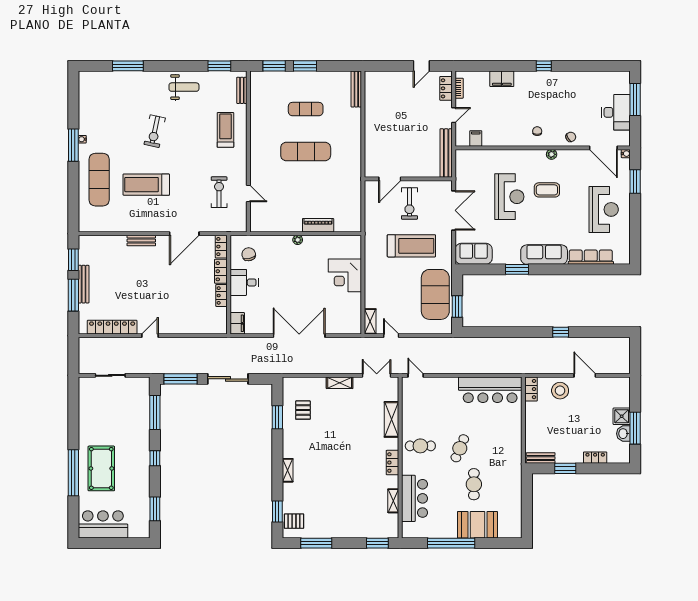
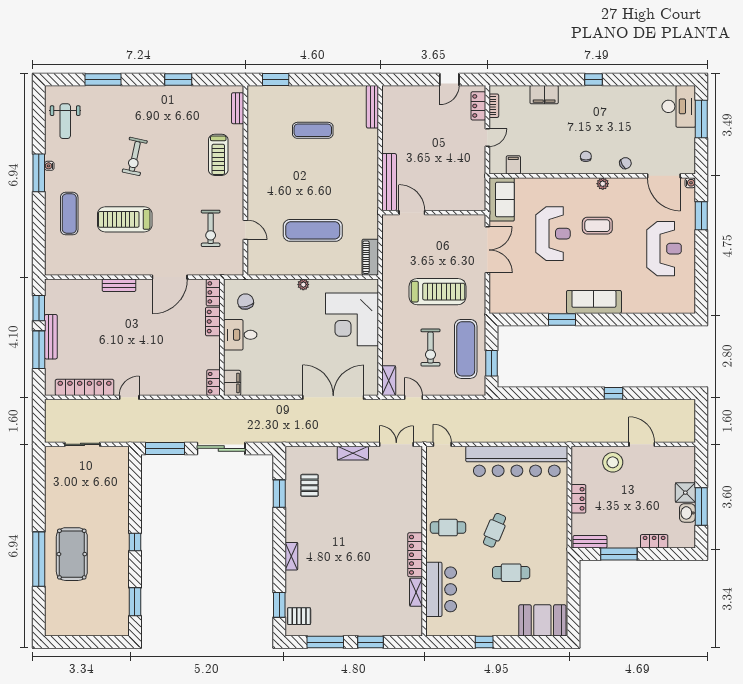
window: (219, 66) -> (178, 79), moved
window: (305, 66) -> (312, 79), removed
weight bench: (184, 87) -> (65, 121), moved, turned 90
desk: (616, 112) -> (679, 106), moved
treadmill: (225, 130) -> (218, 155), turned 180
exercise mat: (306, 151) -> (313, 230), moved
bench: (446, 153) -> (389, 182), moved
door: (390, 179) -> (412, 213), swing flipped
exercise mat: (99, 180) -> (69, 214), width x0.73, depth x0.69
exercise bike: (219, 192) -> (211, 228), turned 180
exercise bike: (409, 204) -> (430, 348), moved
piano: (318, 225) -> (370, 257), moved, turned -90
sofa: (474, 254) -> (502, 199), moved, turned 90
row of seats: (591, 257) -> (649, 305), removed
corner desk: (345, 275) -> (352, 319), width x1.36, depth x1.36
exercise mat: (435, 294) -> (466, 349), width x0.68
locker: (221, 295) -> (213, 383), moved
double door: (299, 336) -> (333, 397), moved
locker: (531, 389) -> (578, 499), moved
bar counter: (490, 390) -> (517, 461), width x1.36
window: (155, 412) -> (135, 488), removed
shelving: (391, 419) -> (414, 496), removed
locker: (392, 463) -> (415, 555), width x1.53
window: (565, 468) -> (619, 554), width x1.44
cafe table: (474, 484) -> (511, 573), turned 90
bar counter: (103, 524) -> (74, 620), removed
booth: (477, 525) -> (542, 620), moved
window: (377, 543) -> (370, 642), moved
window: (451, 543) -> (484, 642), width x0.32

